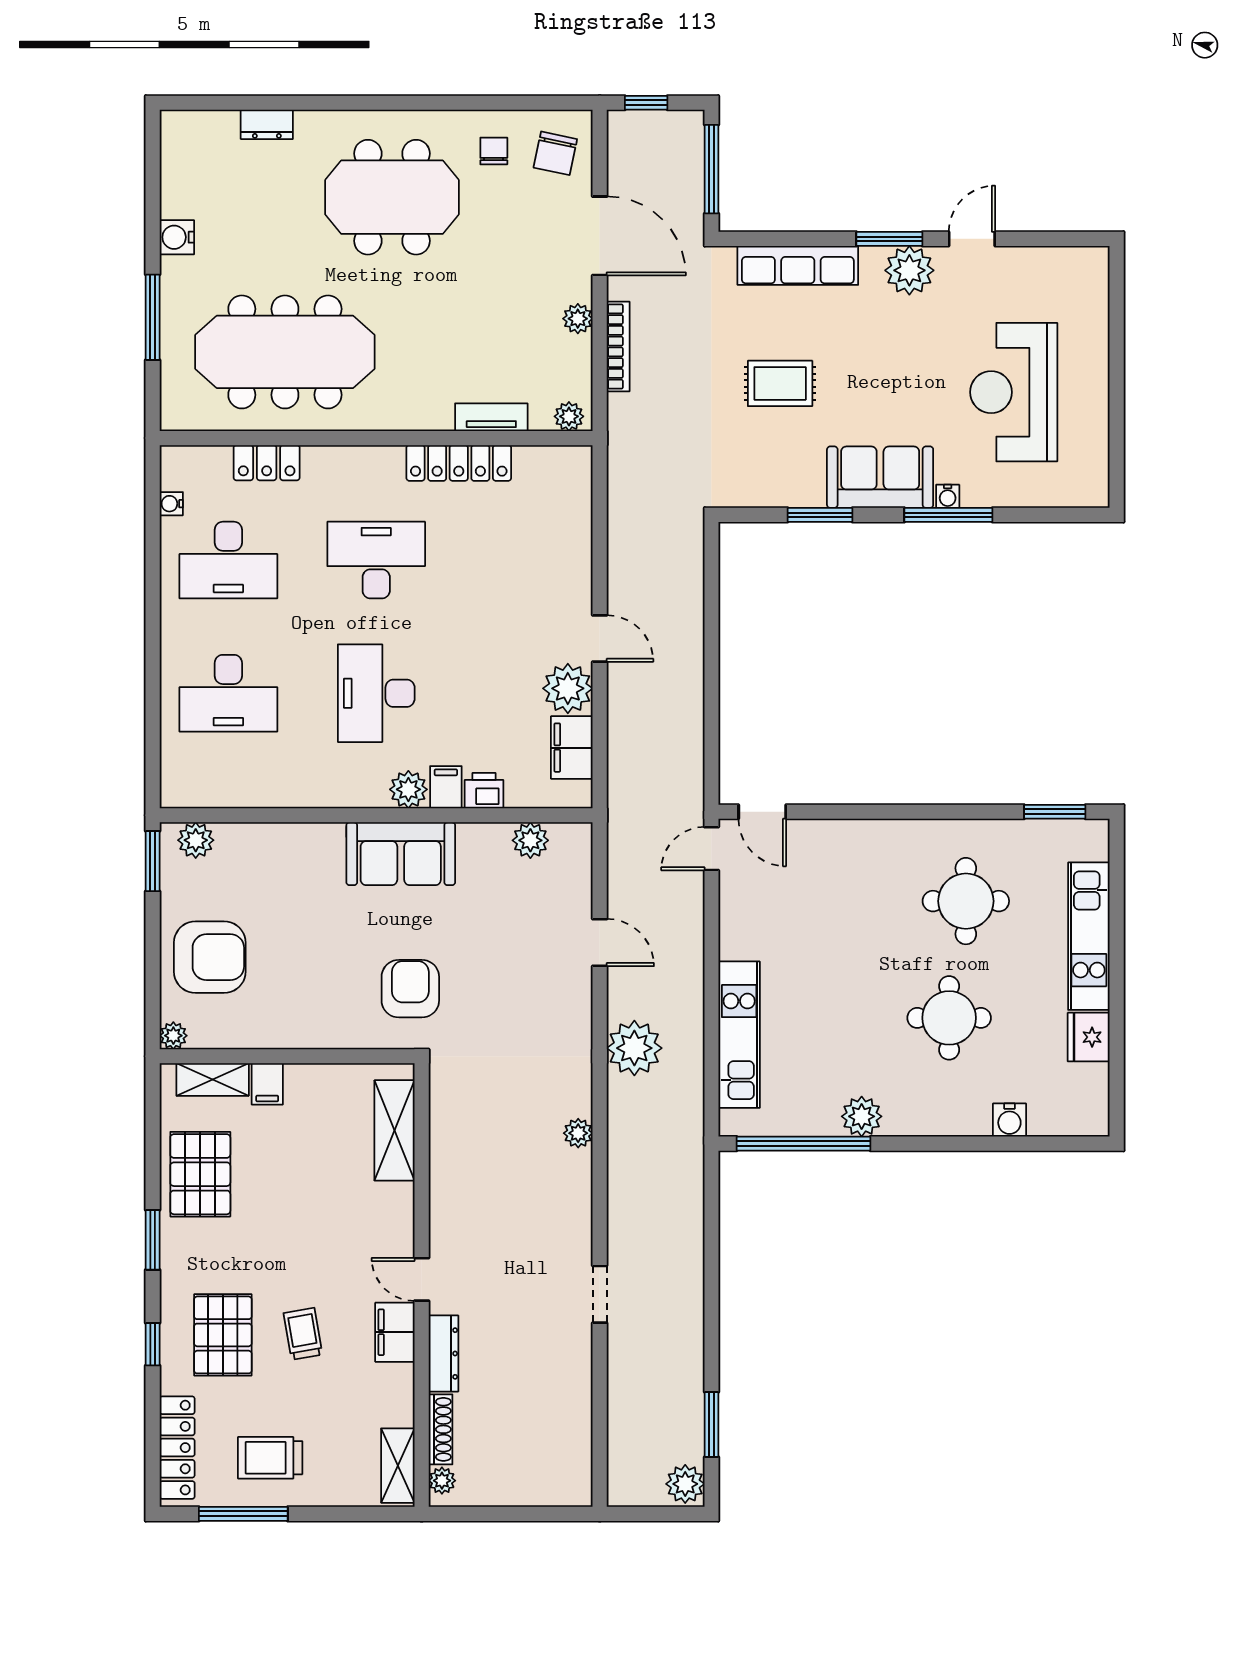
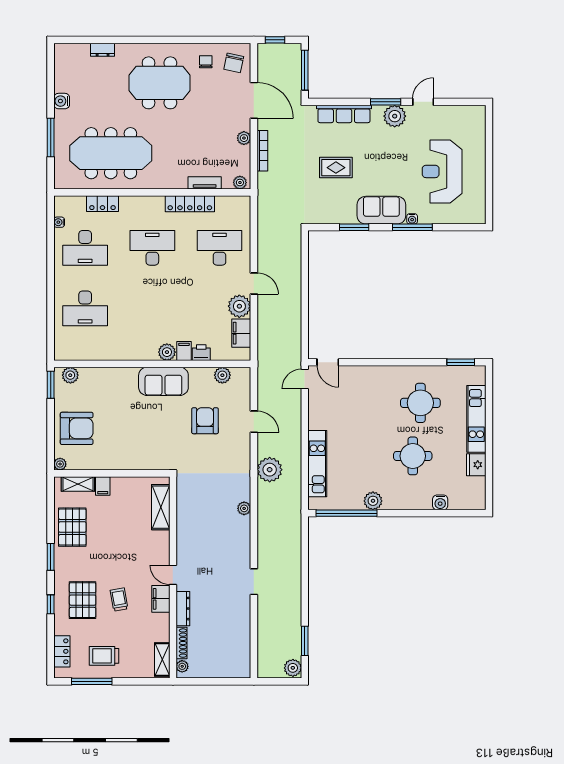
desk: (376, 693) -> (220, 248), moved, turned 90
armchair: (410, 989) -> (205, 421), moved
locker: (177, 1448) -> (62, 651), width x0.66

